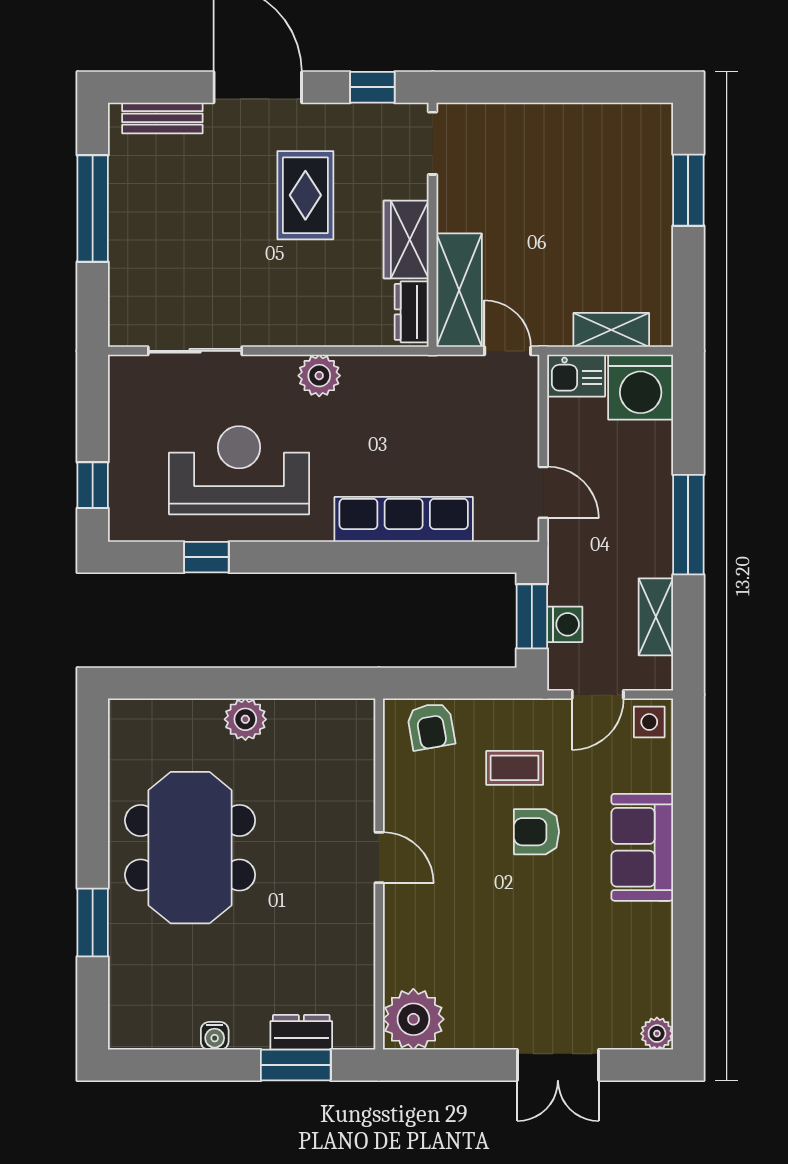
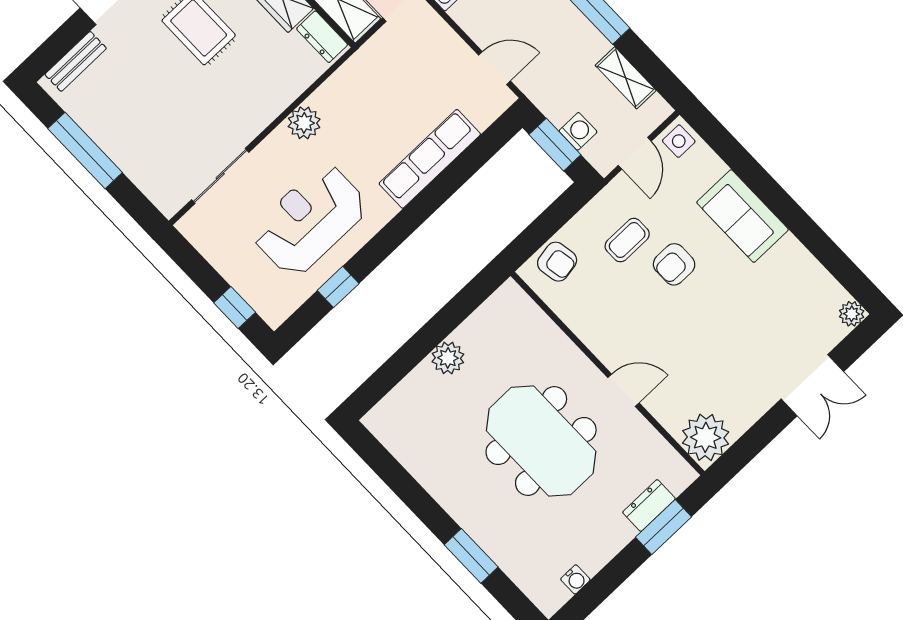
meeting table: (190, 848) -> (541, 441), moved
door: (379, 858) -> (623, 390), moved
water cooler: (215, 1036) -> (575, 579), moved

